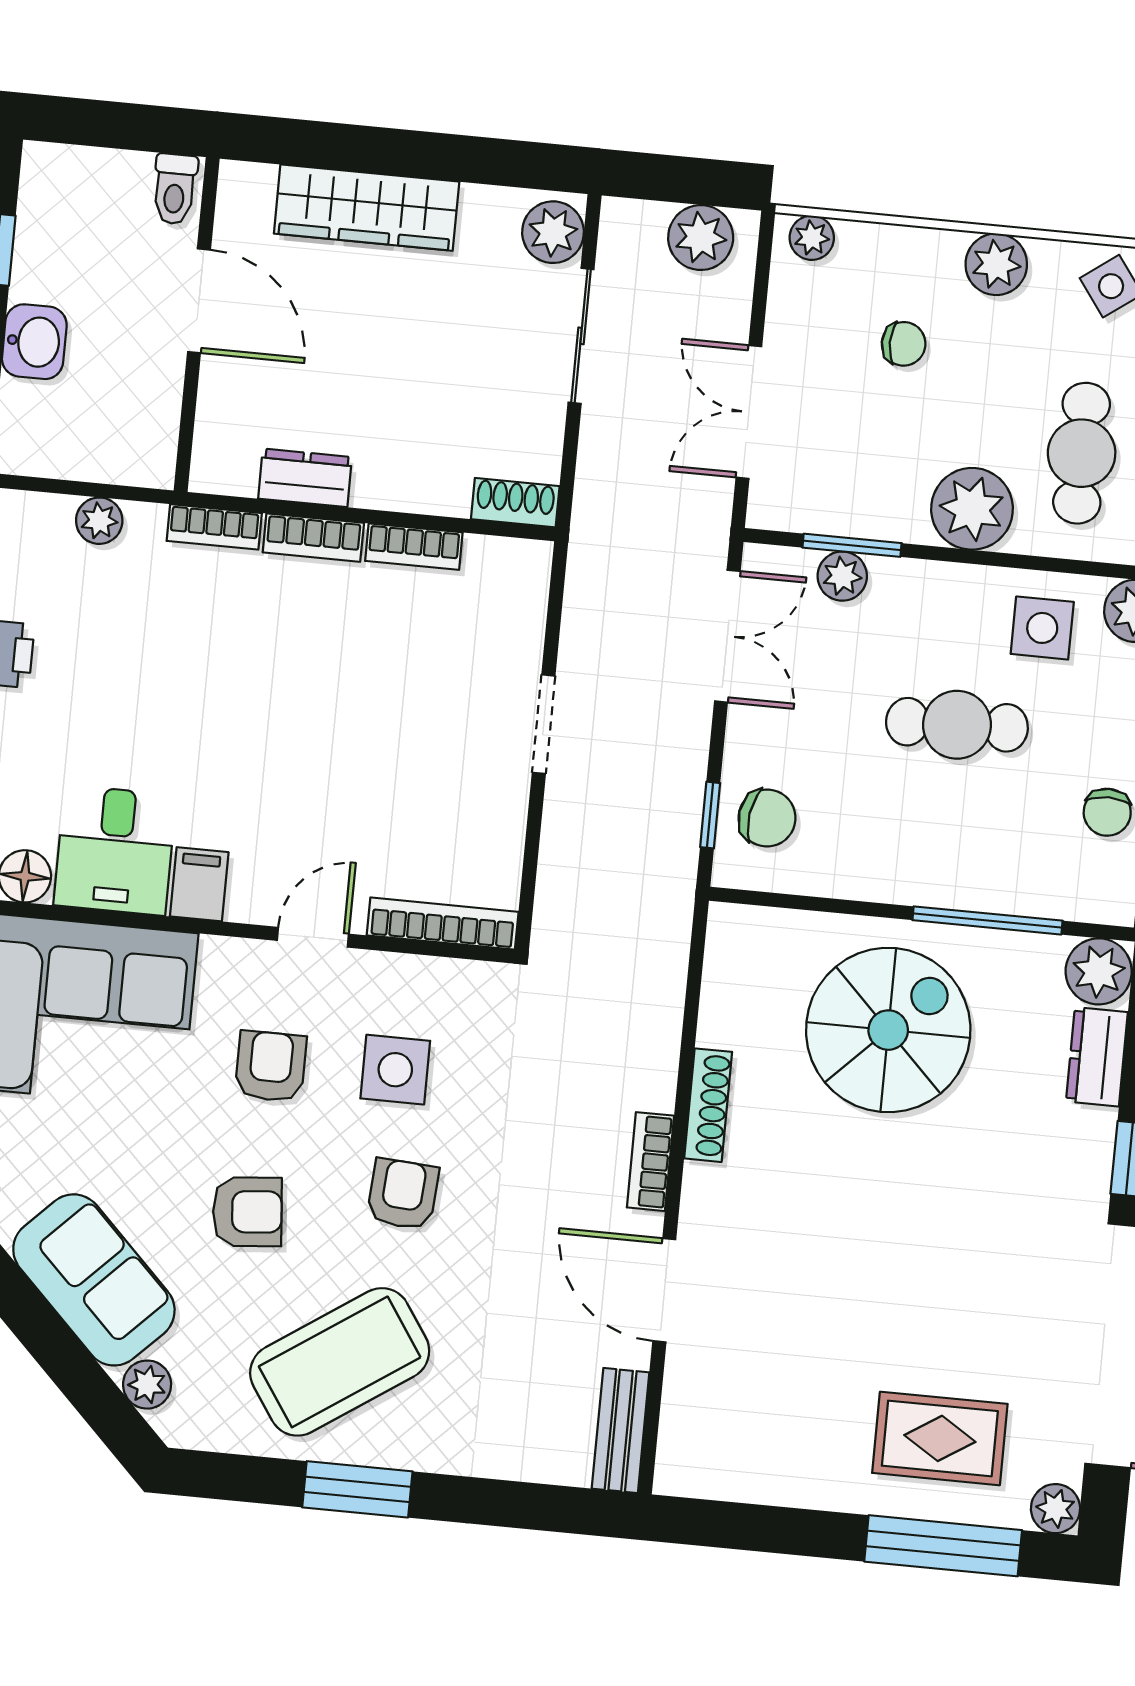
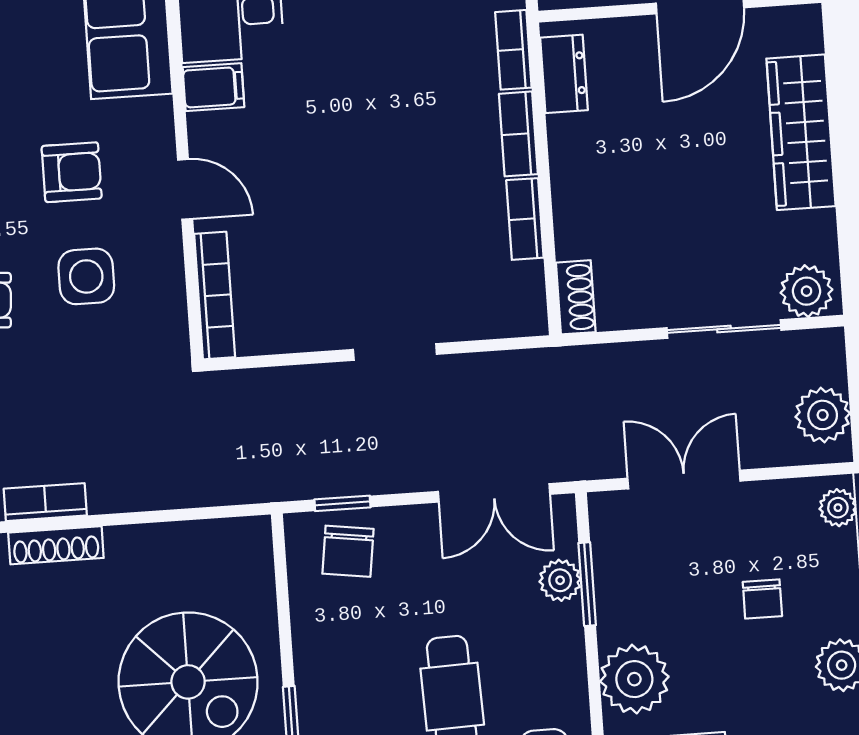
dresser: (305, 478) -> (564, 74), moved
shoe rack: (708, 1105) -> (56, 545), moved

